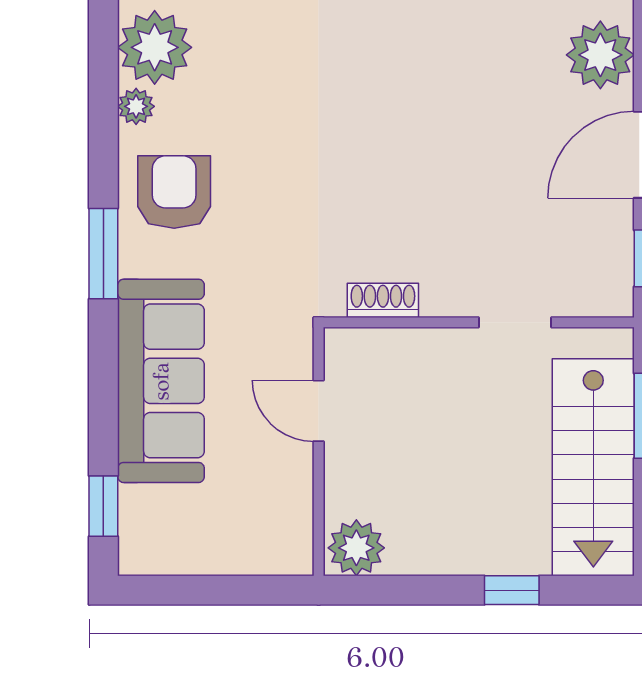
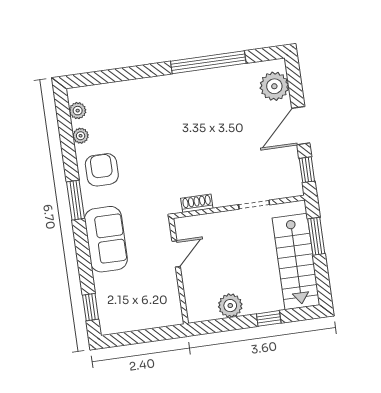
plant: (155, 47) -> (78, 111), width x0.53, depth x0.53
sofa: (161, 381) -> (106, 239), width x0.73
door: (319, 411) -> (176, 254), swing flipped
plant: (356, 548) -> (230, 306), moved

